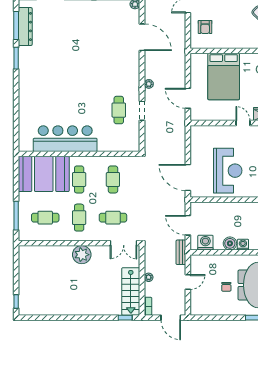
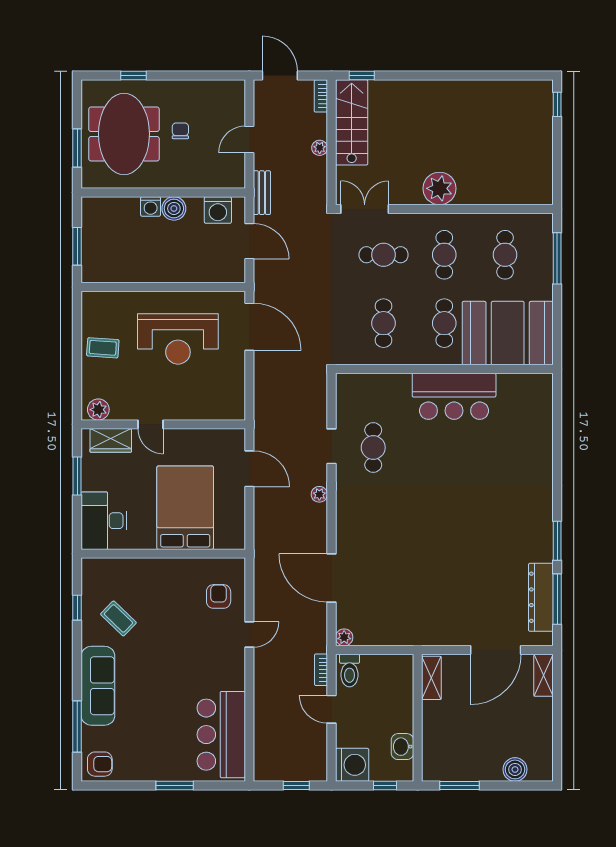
bar counter: (65, 139) -> (454, 396), width x0.73
reception desk: (228, 171) -> (178, 339), turned -90
cafe table: (45, 218) -> (505, 255), turned 90

